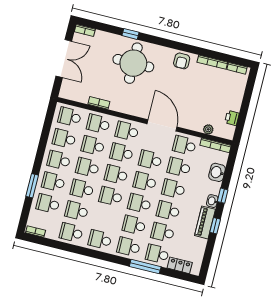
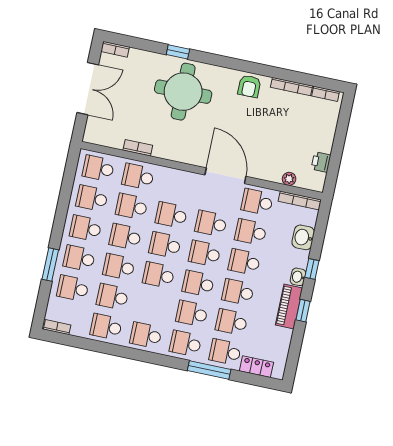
school desk: (127, 131) -> (178, 185), removed

